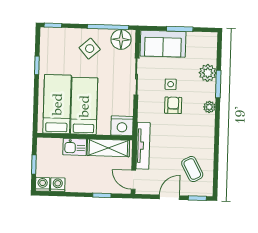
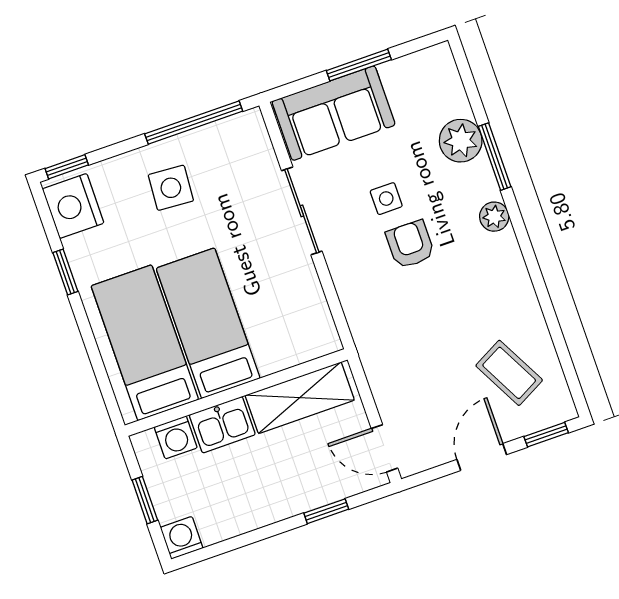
floor lamp: (121, 39) -> (234, 140), removed
side table: (90, 49) -> (171, 188), turned 45
nightstand: (122, 126) -> (73, 206), moved, turned 90
tv unit: (143, 146) -> (377, 363), removed
washing machine: (58, 185) -> (176, 437), moved, turned 180

